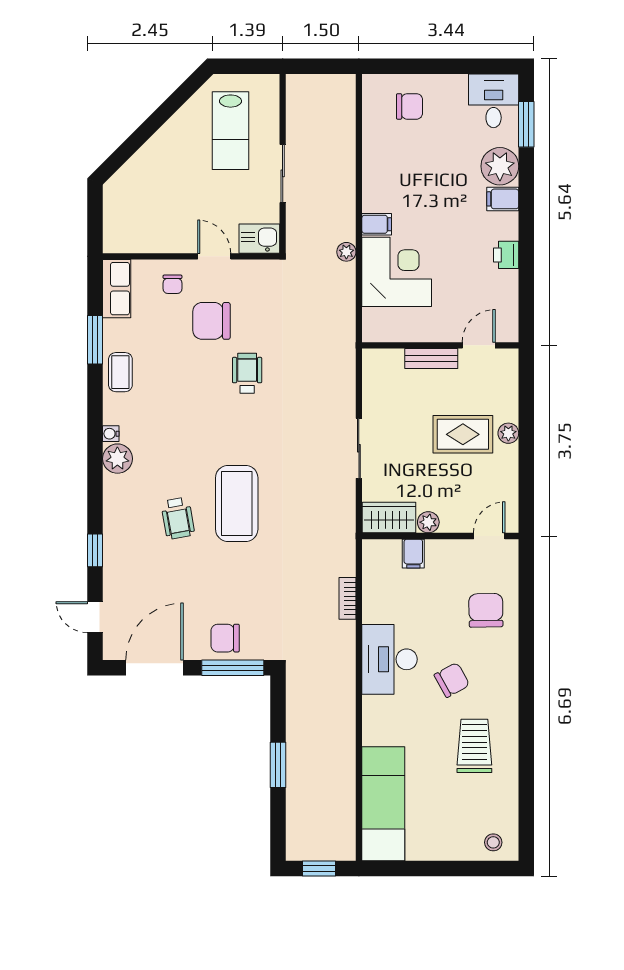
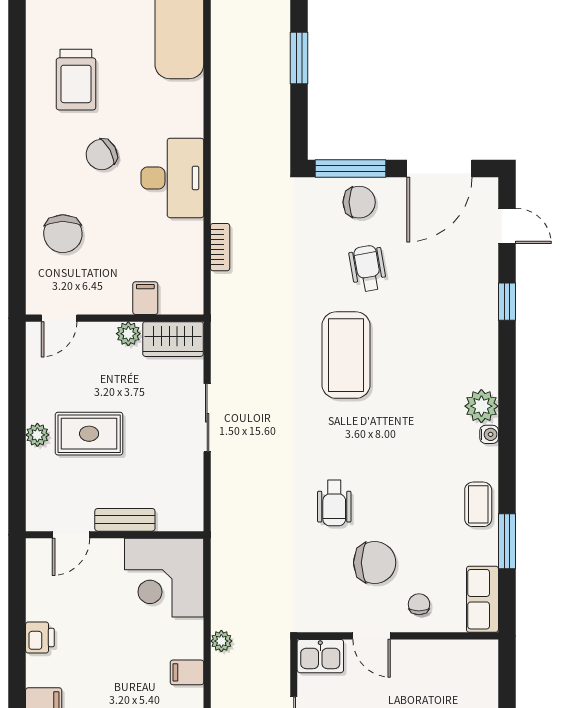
corner desk: (397, 272) -> (164, 578), moved
wheelchair: (178, 518) -> (368, 268), moved

